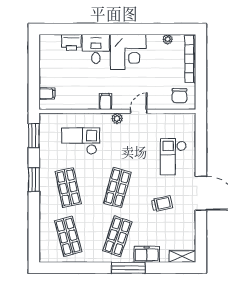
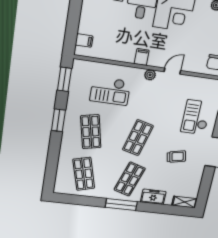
checkout: (81, 141) -> (110, 91), turned 180
window: (128, 268) -> (121, 204), moved

